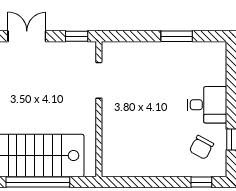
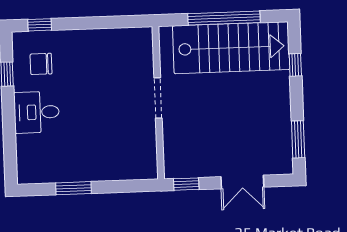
doorway: (99, 80) -> (158, 98), moved
chair: (201, 147) -> (41, 64), turned -119

